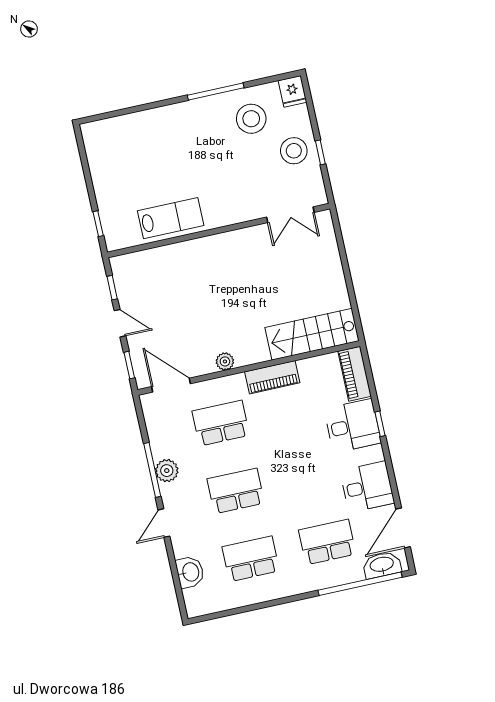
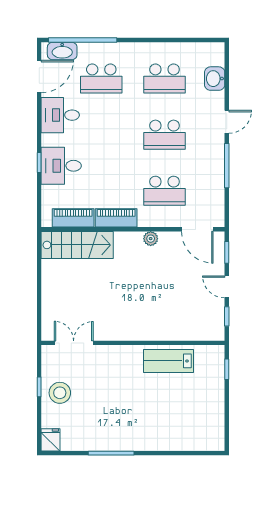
stool: (251, 119) -> (88, 425), removed
piano: (355, 374) -> (73, 218), moved, turned -90
plant: (167, 471) -> (215, 163), removed

